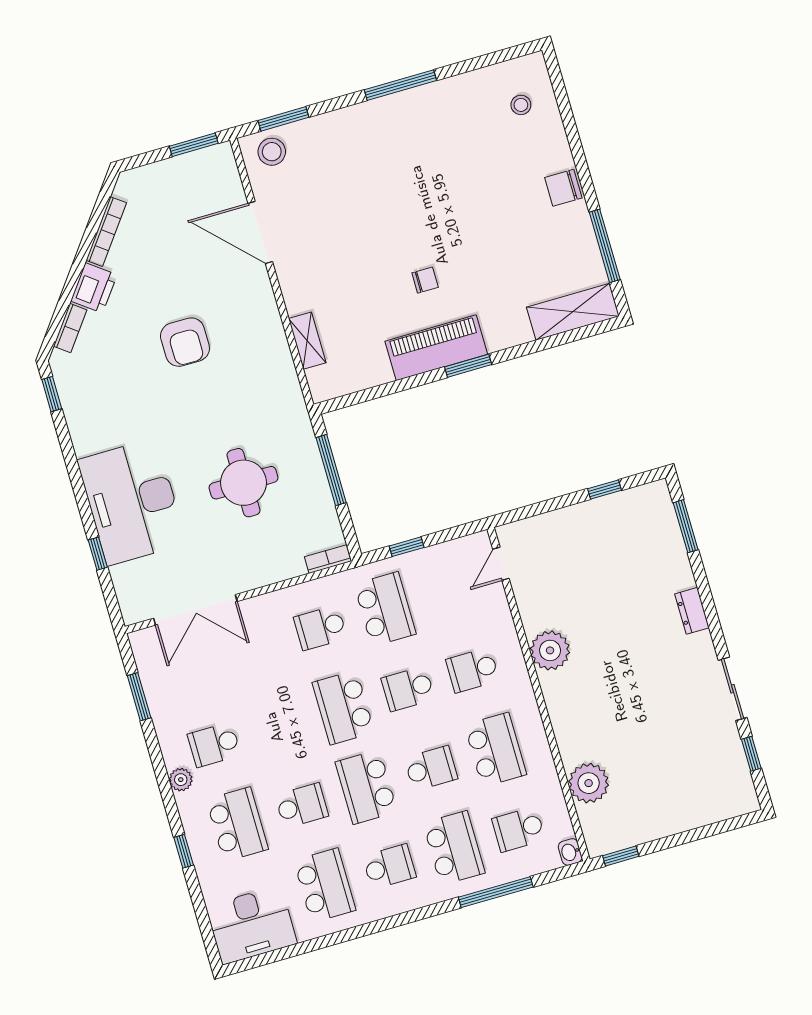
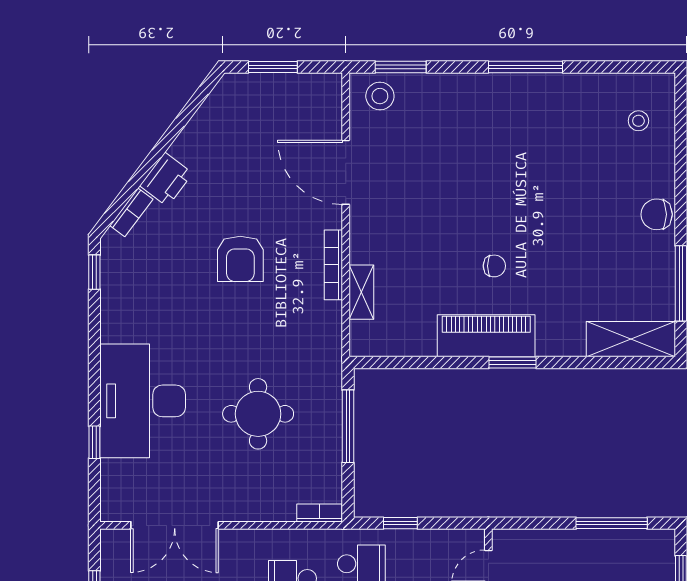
window: (194, 145) -> (273, 67), moved
bookcase: (106, 232) -> (333, 265), moved, turned 143
window: (605, 489) -> (612, 523), width x2.17

